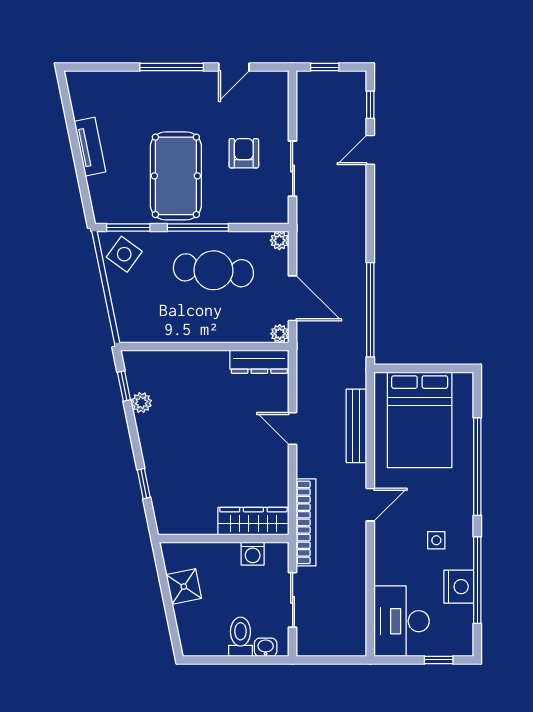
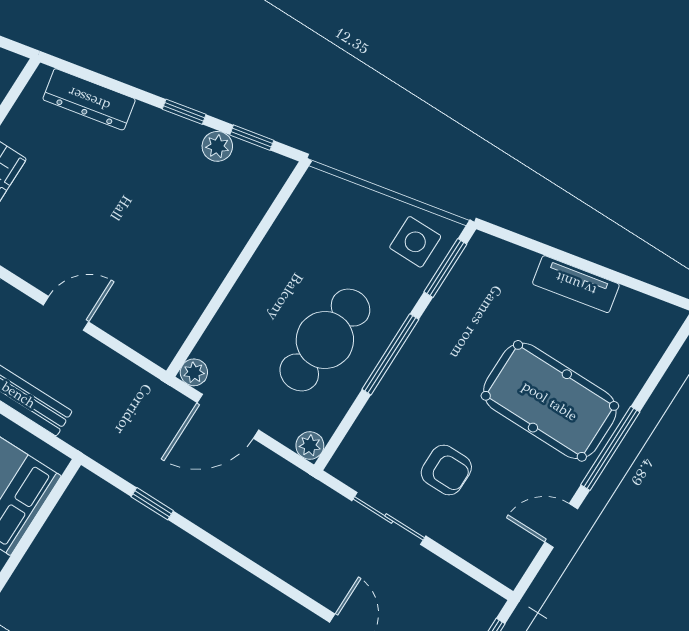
door: (234, 67) -> (561, 526), hinge flipped
pool table: (176, 176) -> (550, 401), moved
side table: (124, 254) -> (415, 242), turned -36
window: (370, 310) -> (152, 504), width x0.32
dresser: (259, 362) -> (89, 99), moved, turned -101
window: (144, 484) -> (184, 112), moved

